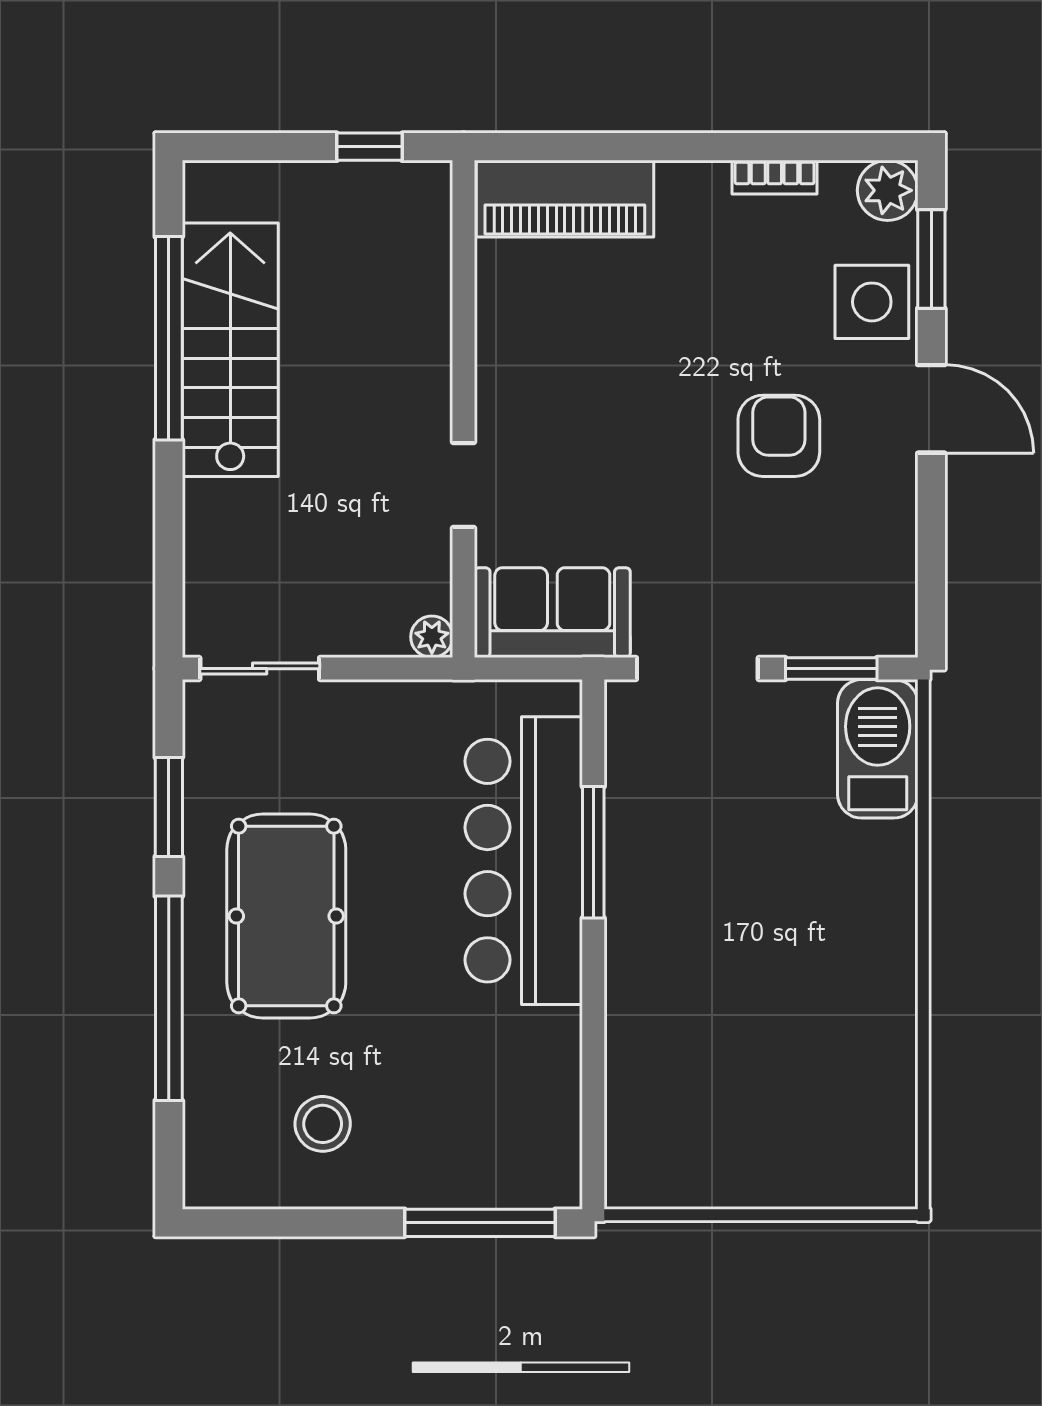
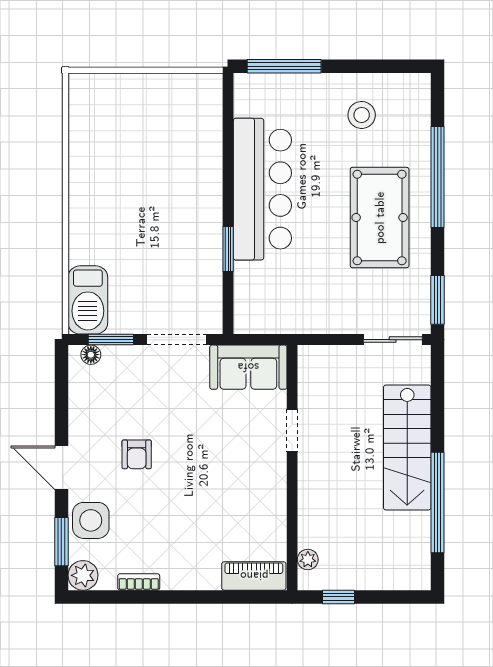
piano: (565, 199) -> (254, 576), width x0.73, depth x0.75
stairs: (230, 350) -> (407, 448), moved
armchair: (779, 436) -> (137, 454), width x0.72, depth x0.72
plant: (432, 637) -> (308, 559), moved
floor lamp: (872, 638) -> (91, 355), added
window: (169, 807) -> (438, 300), moved
window: (593, 852) -> (228, 249), width x0.69
bar counter: (524, 861) -> (262, 189), moved

